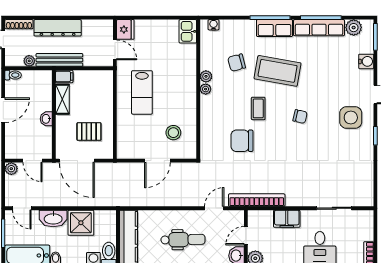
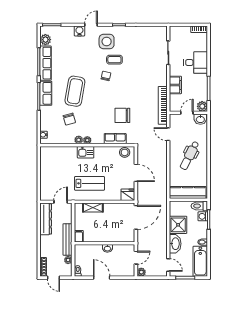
dresser: (58, 28) -> (46, 219), moved
fridge: (125, 29) -> (128, 195), moved
kitchen sink: (188, 31) -> (86, 152), moved
water cooler: (366, 61) -> (79, 31), moved
shelving: (62, 99) -> (93, 208), moved
coffee table: (258, 108) -> (114, 60), moved
row of seats: (208, 130) -> (115, 139), added
pallet: (89, 132) -> (116, 219), removed
stool: (173, 133) -> (125, 152), moved
chair: (242, 141) -> (122, 115), turned 90
door: (77, 161) -> (136, 217), moved
door: (22, 208) -> (168, 265), hinge flipped
door: (246, 236) -> (187, 113), swing flipped
dental chair: (183, 240) -> (190, 156), turned -152

